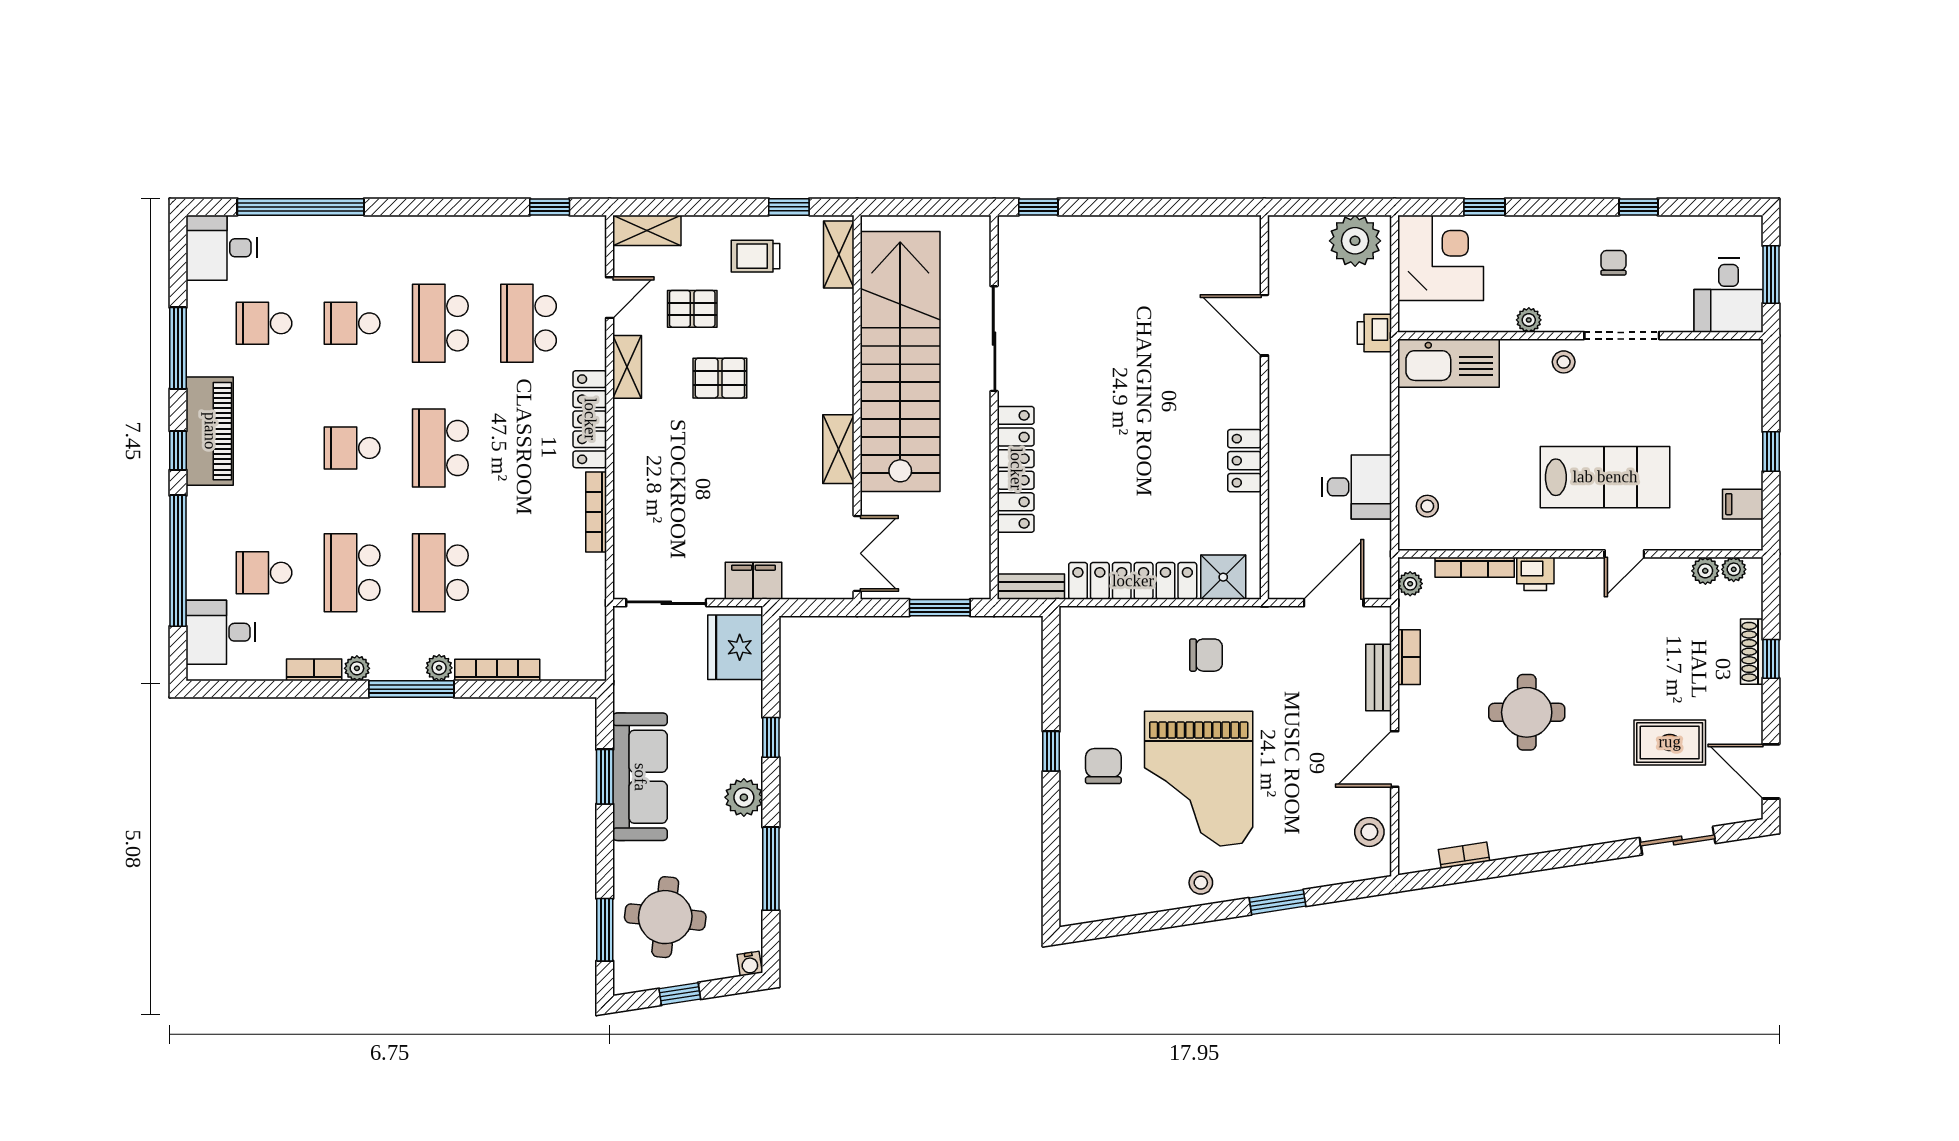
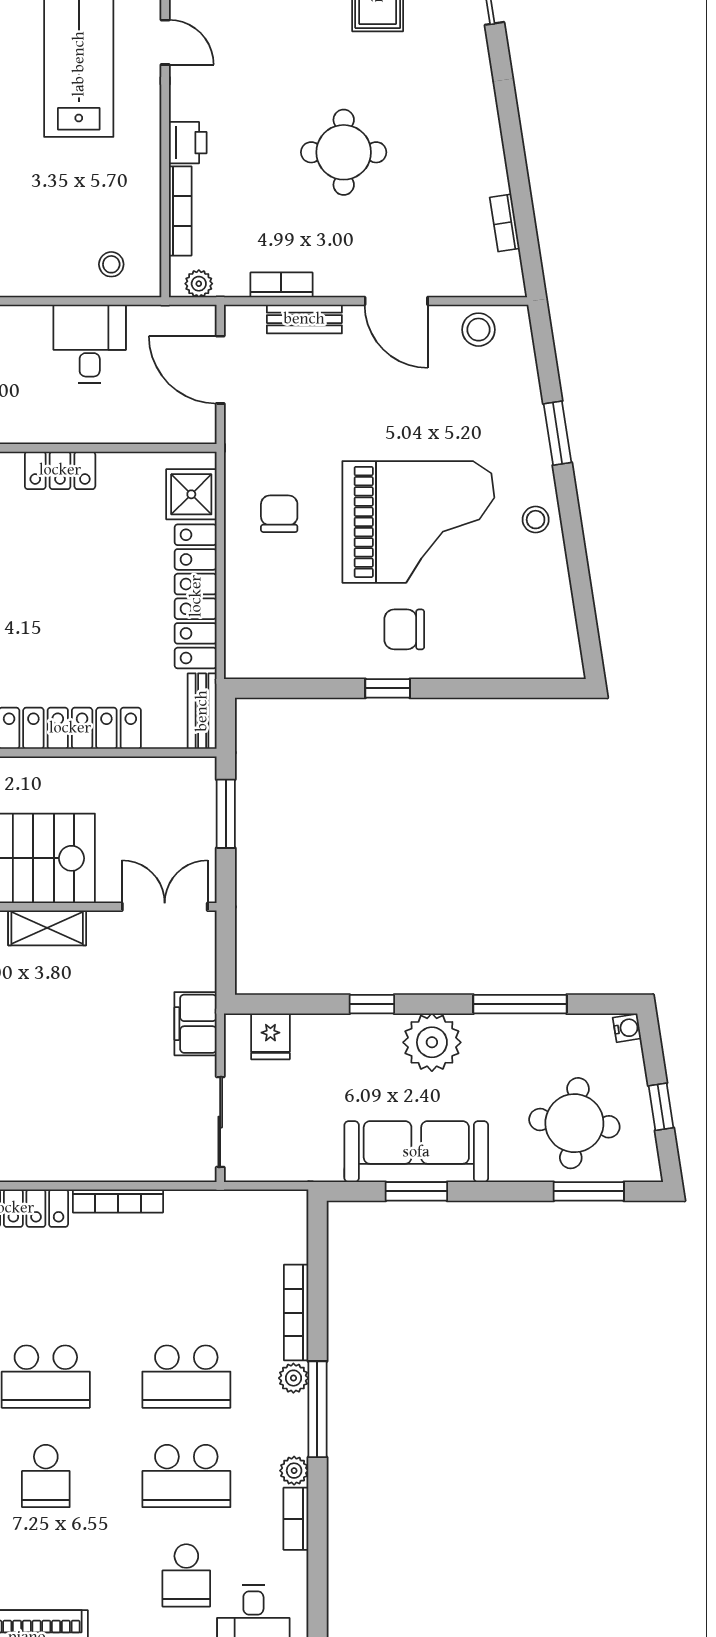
fridge: (735, 647) -> (270, 1036), width x0.53, depth x0.75
plant: (744, 797) -> (432, 1042), width x1.36, depth x1.36

